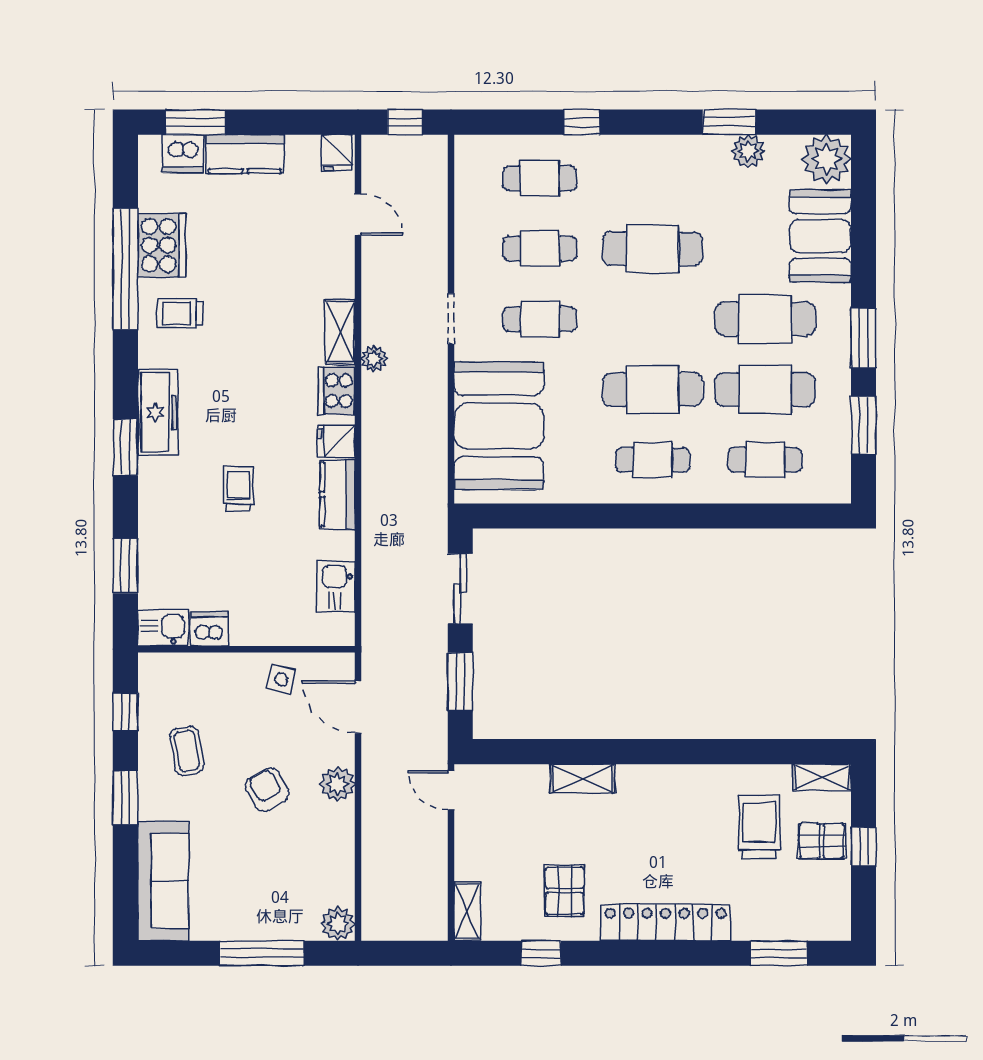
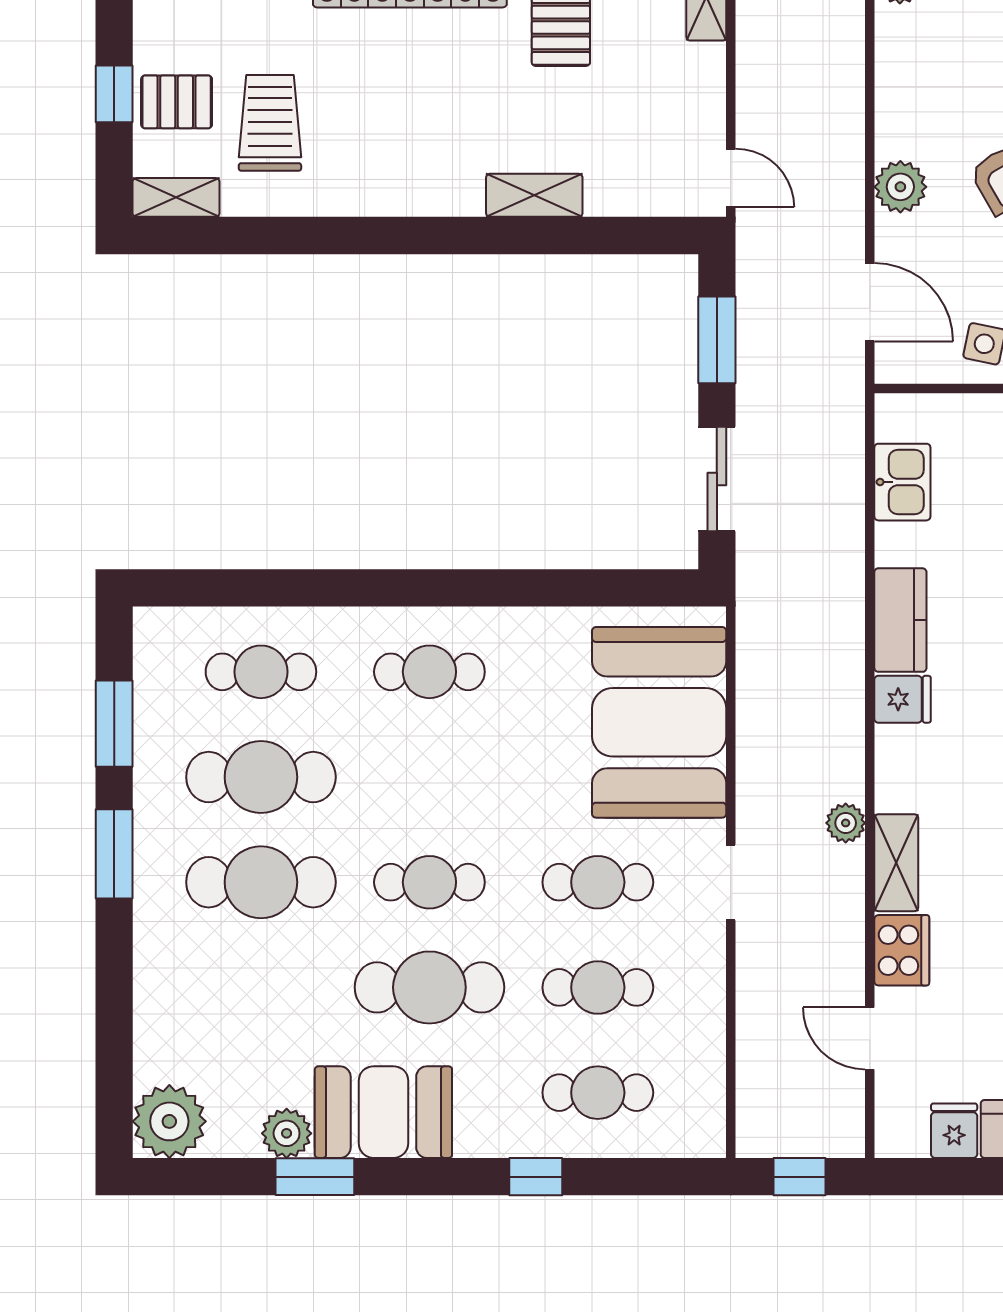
fridge: (337, 153) -> (954, 1131), moved
booth: (820, 236) -> (383, 1112), moved, turned 90
cafe table: (653, 389) -> (429, 882), moved, width x0.73, depth x0.74
cooker: (337, 391) -> (902, 950), moved
trolley: (759, 827) -> (270, 123), turned 180

